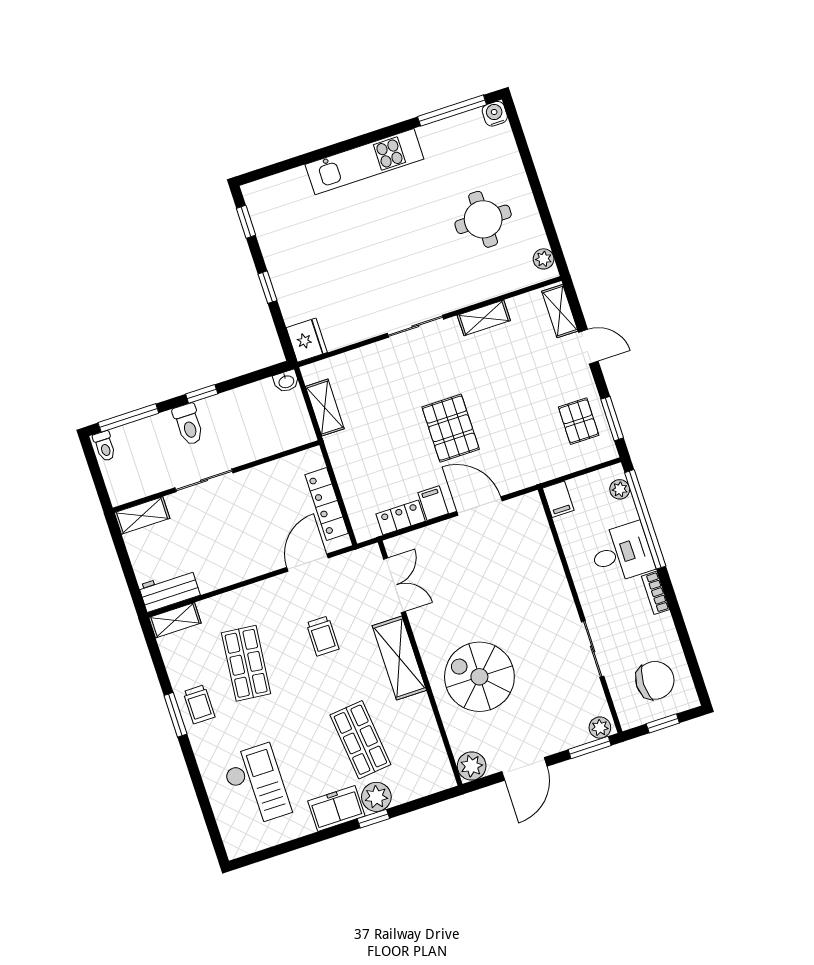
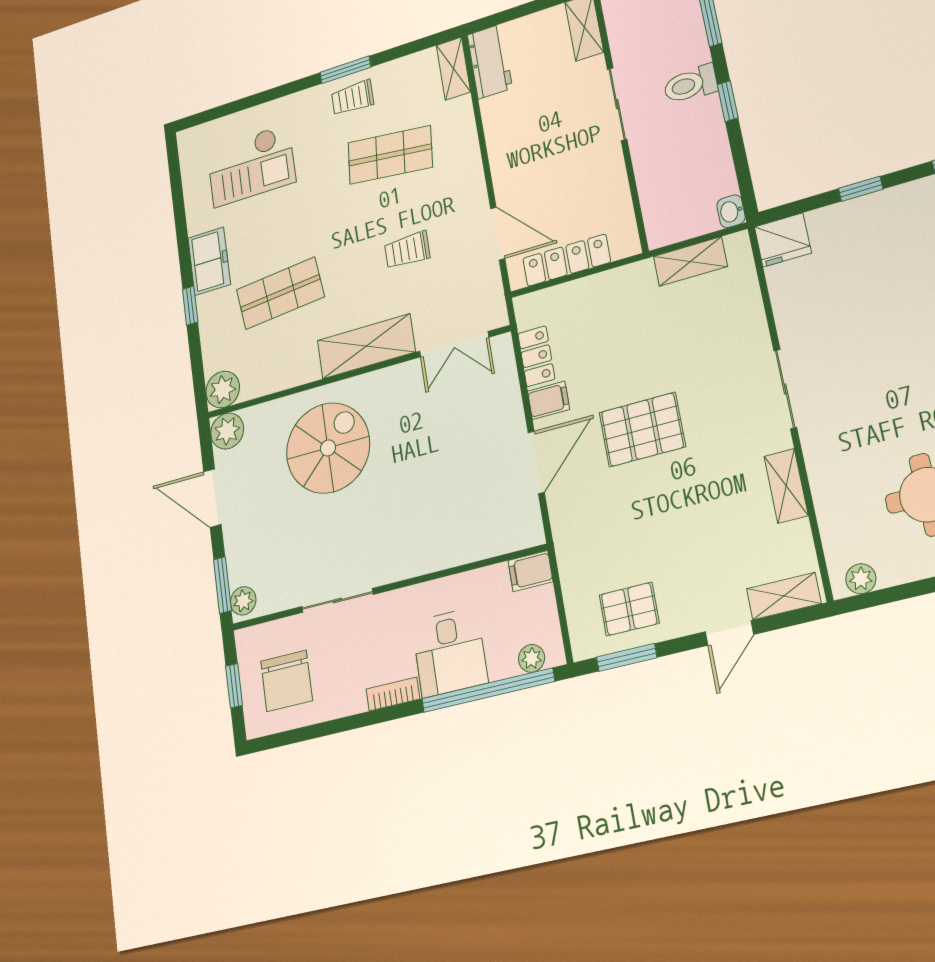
plant: (376, 797) -> (223, 389), moved

